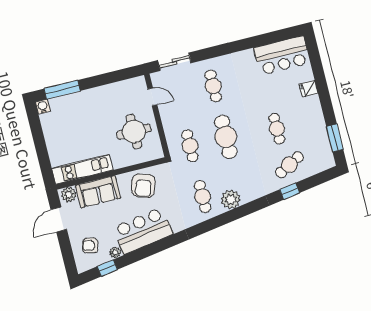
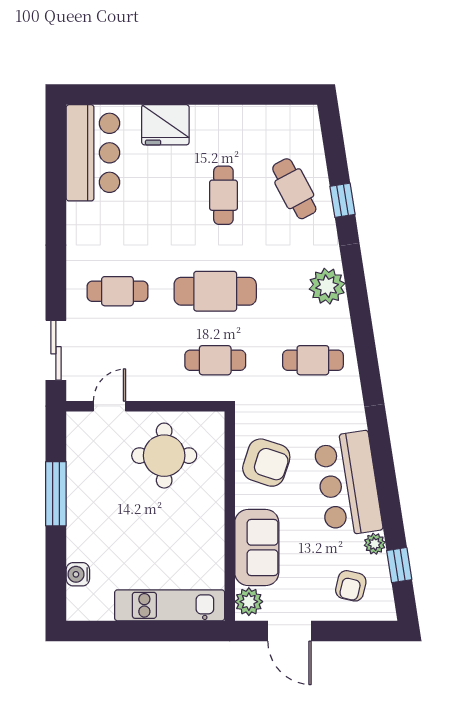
fridge: (309, 89) -> (165, 125), width x1.88, depth x1.34
window: (62, 90) -> (56, 494), moved
water cooler: (43, 107) -> (78, 574), moved
cafe table: (277, 129) -> (223, 195), turned 90
window: (335, 138) -> (266, 94), removed
kitchen unit: (82, 169) -> (170, 605), moved, turned 90
plant: (231, 199) -> (327, 286), moved

